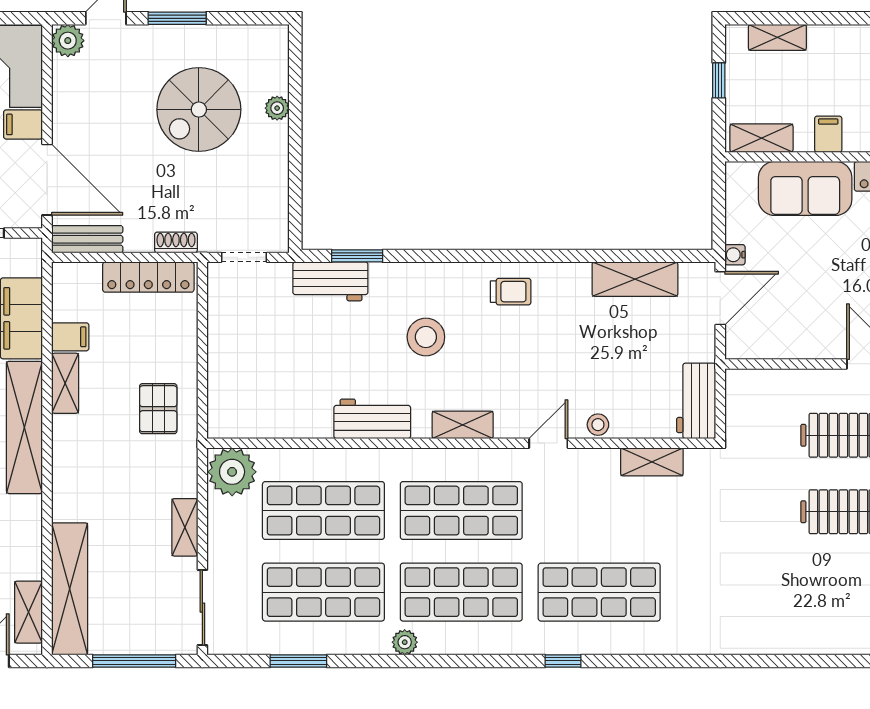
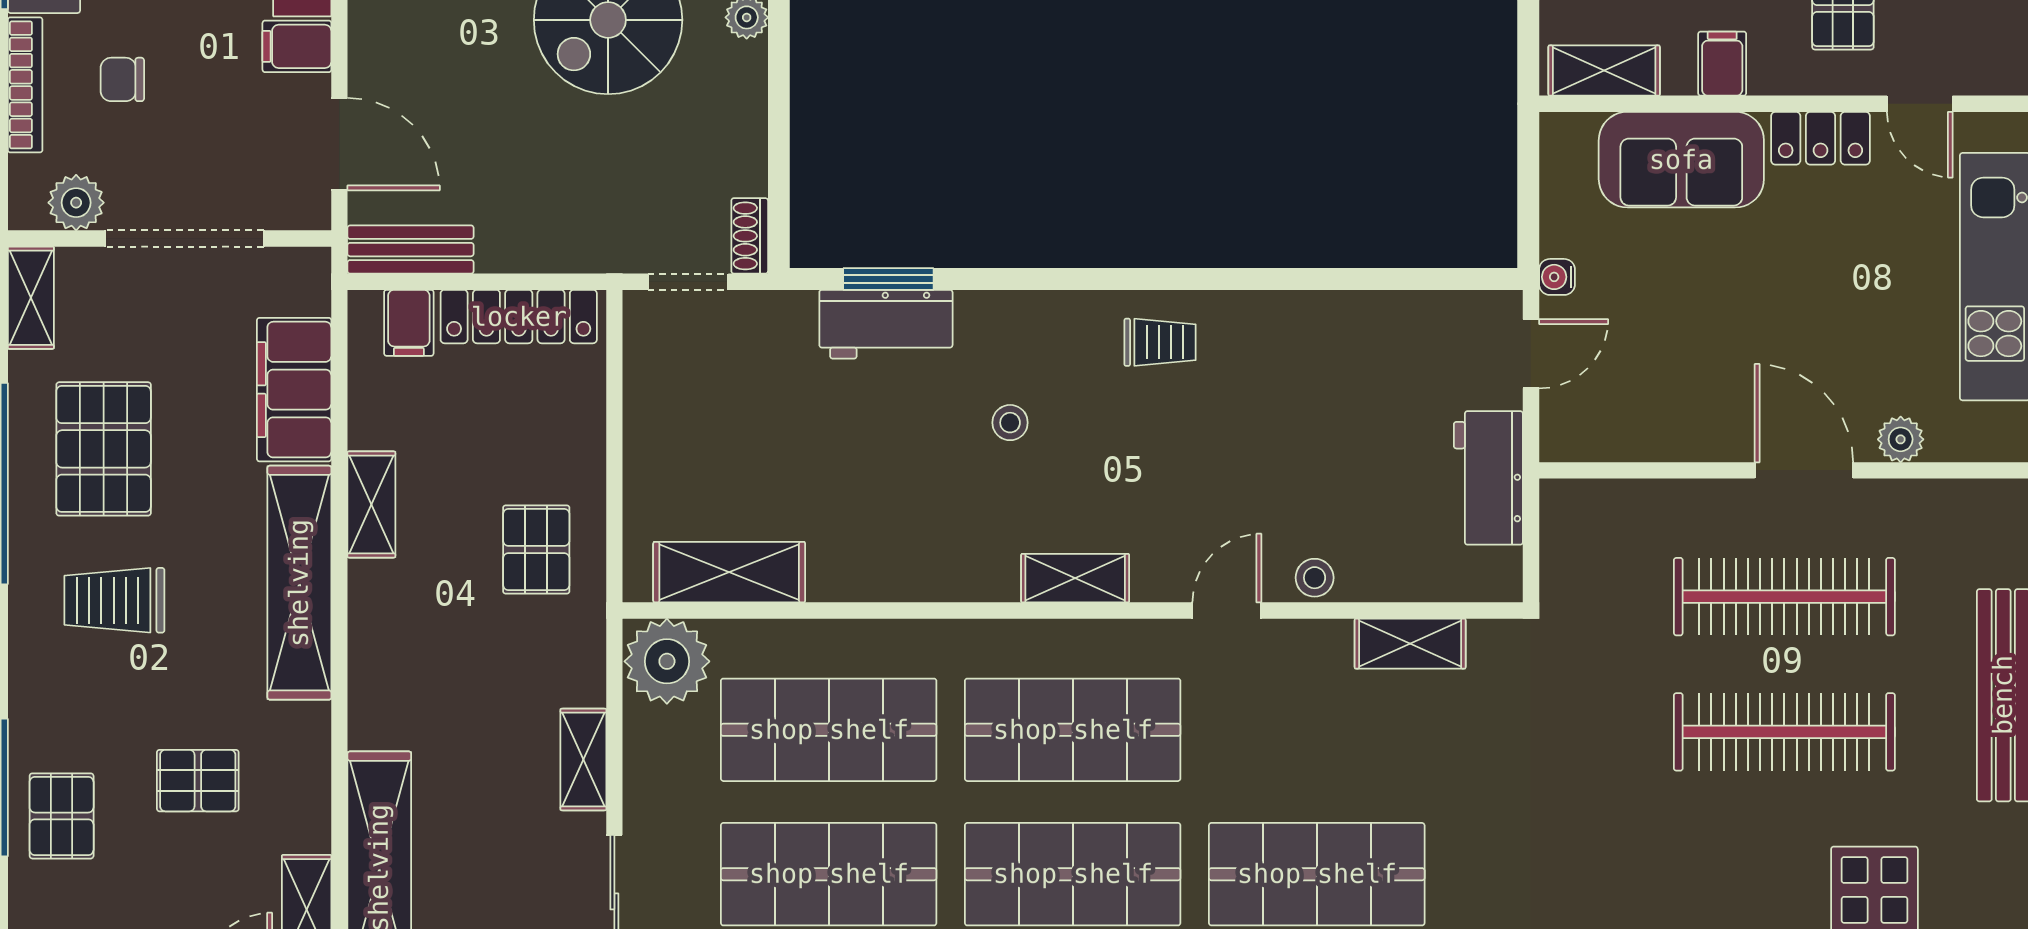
door: (47, 180) -> (339, 144), width x0.73
shoe rack: (176, 242) -> (750, 236), moved, turned -90
shelving: (635, 279) -> (729, 572), moved
workbench: (330, 281) -> (886, 324), moved
door: (720, 298) -> (1531, 354), width x0.73
filing cabinet: (70, 337) -> (409, 323), moved, turned 90
stool: (426, 337) -> (1010, 423), width x0.53, depth x0.53
workbench: (696, 401) -> (1488, 478), moved
workbench: (372, 419) -> (915, 567), removed

